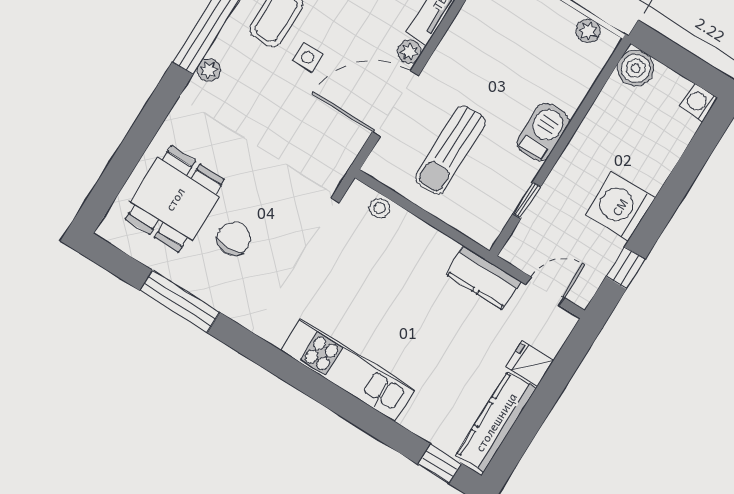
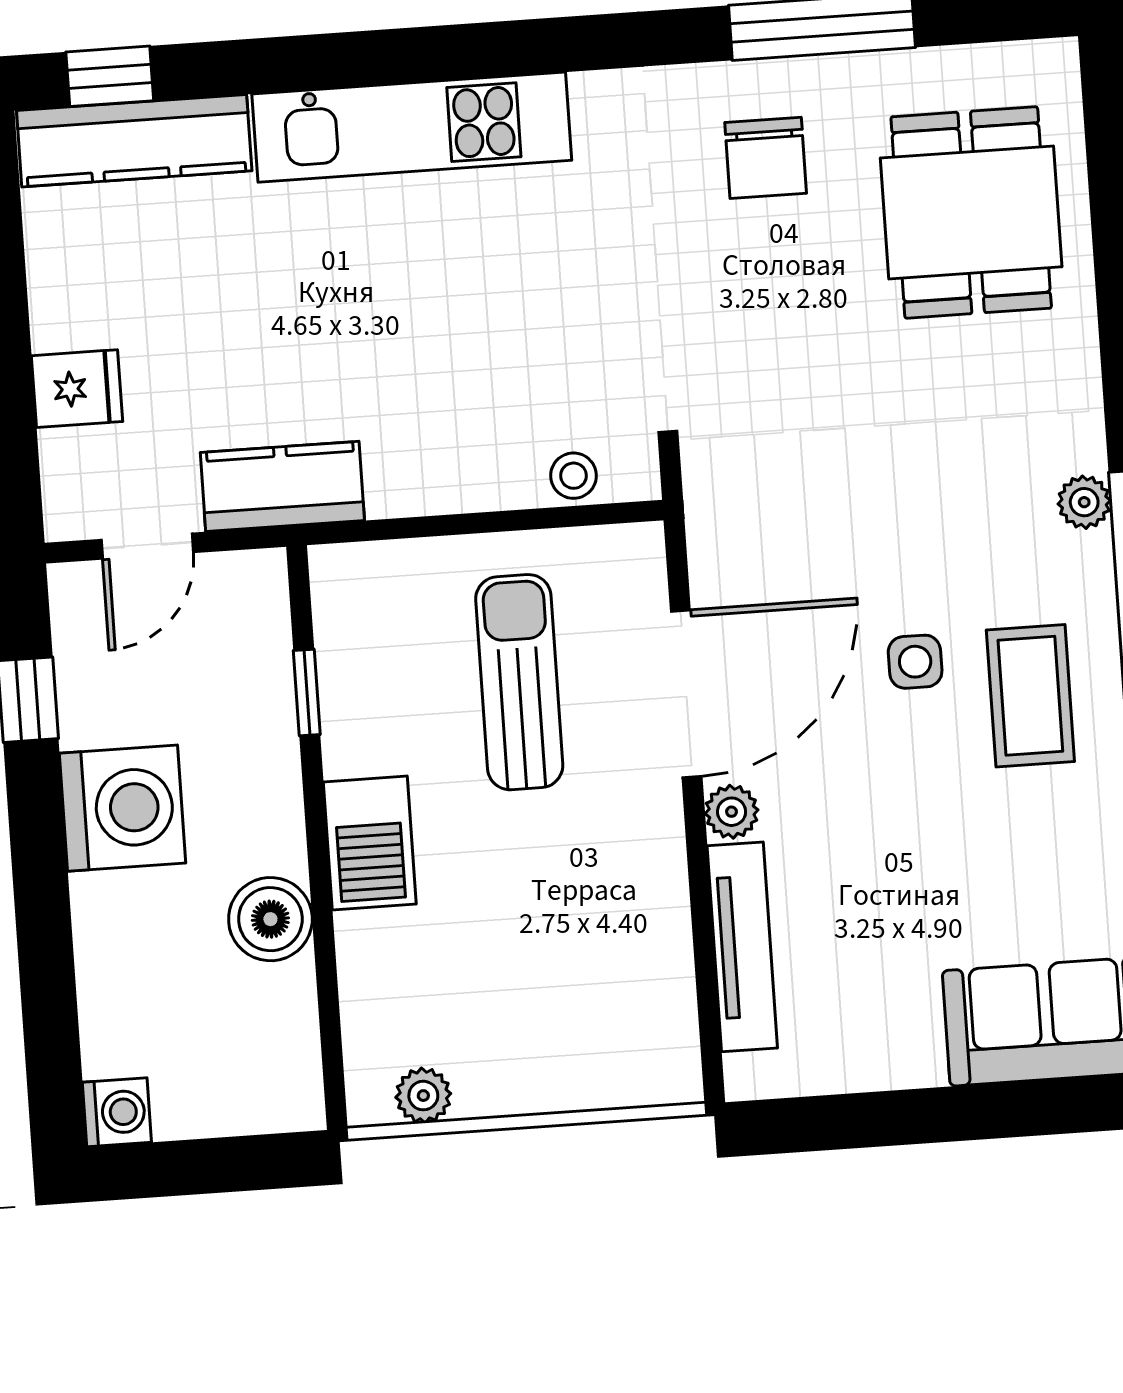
boiler: (636, 68) -> (270, 919), moved
chair: (234, 239) -> (766, 158), moved
kitchen counter: (496, 422) -> (134, 141), moved, turned 90

